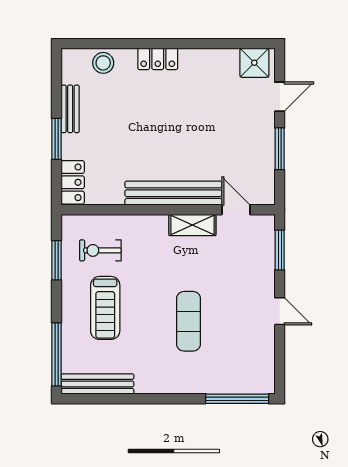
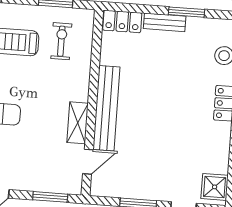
bench: (70, 109) -> (165, 22), moved
window: (57, 139) -> (187, 12), moved

